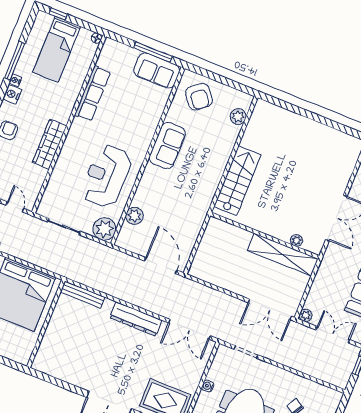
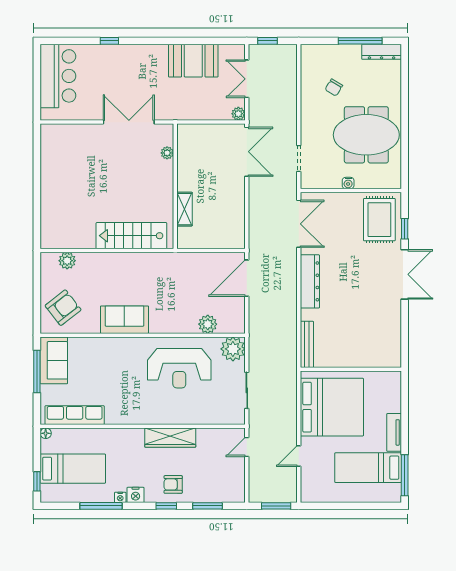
row of seats: (93, 93) -> (75, 415), moved
shelving: (283, 255) -> (184, 209), moved, width x0.45, depth x0.75

